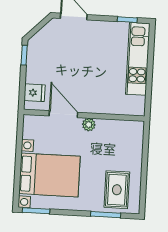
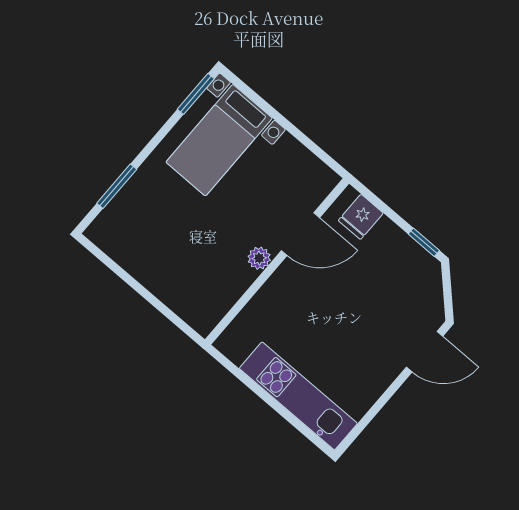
window: (127, 20) -> (364, 423), removed
bed with nightstands: (49, 175) -> (219, 140), width x0.73
rug: (117, 190) -> (139, 228), removed

